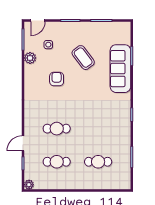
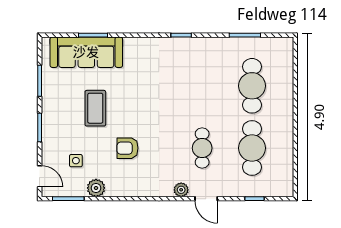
coffee table: (83, 58) -> (95, 108), turned -53
sofa: (120, 69) -> (86, 52), moved
door: (23, 143) -> (206, 199), moved
cafe table: (57, 162) -> (252, 148), width x1.37, depth x1.35
cafe table: (98, 162) -> (252, 86), width x1.37, depth x1.35
plant: (29, 185) -> (181, 190), moved

